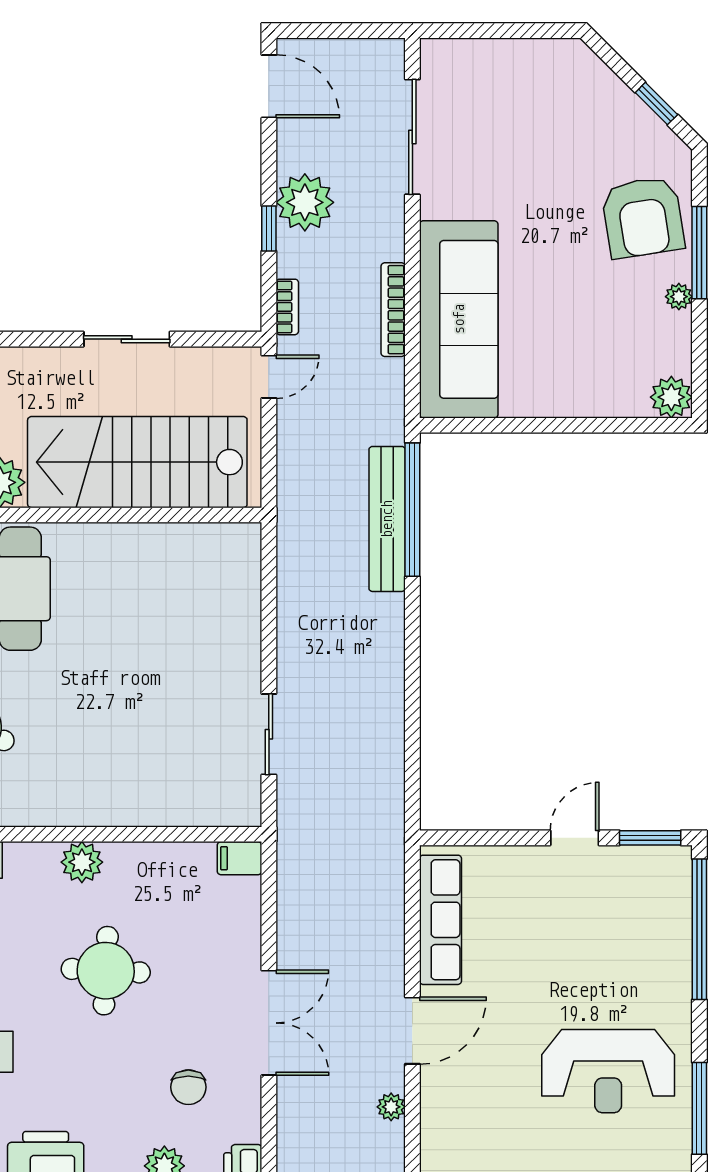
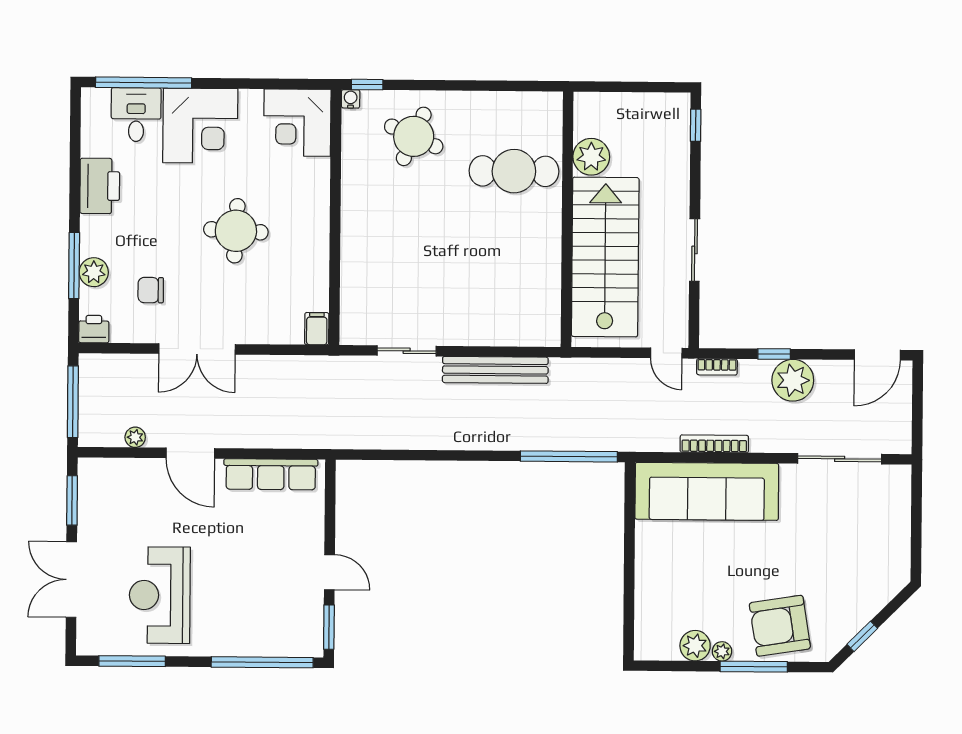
plant: (671, 397) -> (695, 646), moved
bench: (387, 519) -> (495, 370), moved
plant: (82, 862) -> (315, 214), removed

